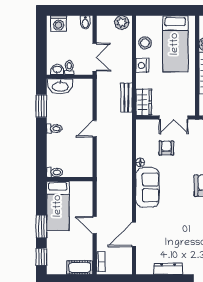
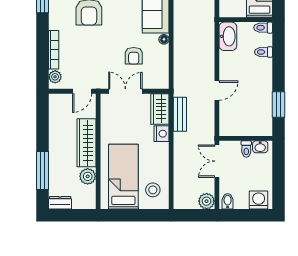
plant: (122, 23) -> (207, 201), moved
stool: (145, 43) -> (153, 190), moved
nightstand: (142, 66) -> (162, 134), moved
washbasin: (60, 86) -> (228, 36), moved, turned 90
toilet: (54, 129) -> (264, 52), moved
door: (95, 129) -> (217, 91), moved

